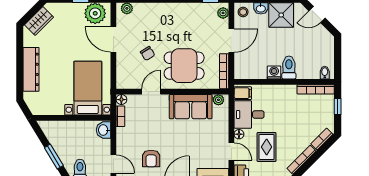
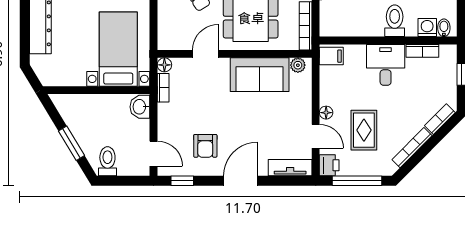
washing machine: (274, 72) -> (427, 28), moved
bookcase: (316, 89) -> (422, 51), width x0.64
desk: (249, 115) -> (386, 65), moved, turned 90

